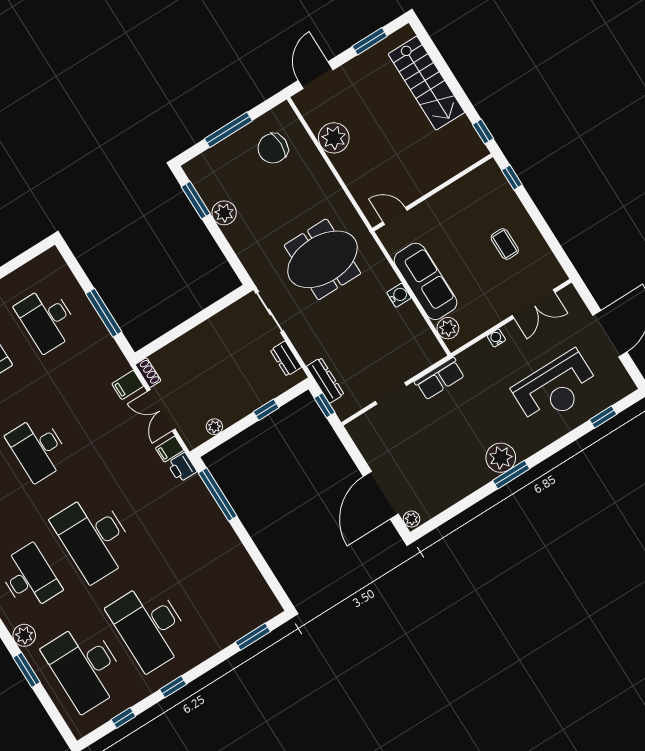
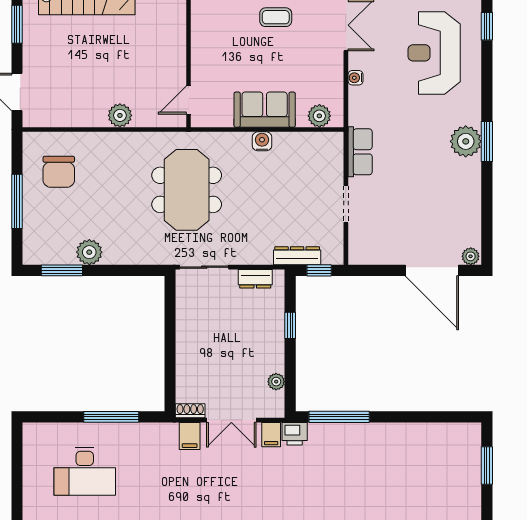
plant: (334, 138) -> (120, 115), moved, width x0.73, depth x0.73
sofa: (425, 281) -> (265, 110), width x0.73
reception desk: (555, 388) -> (434, 53), turned 180

